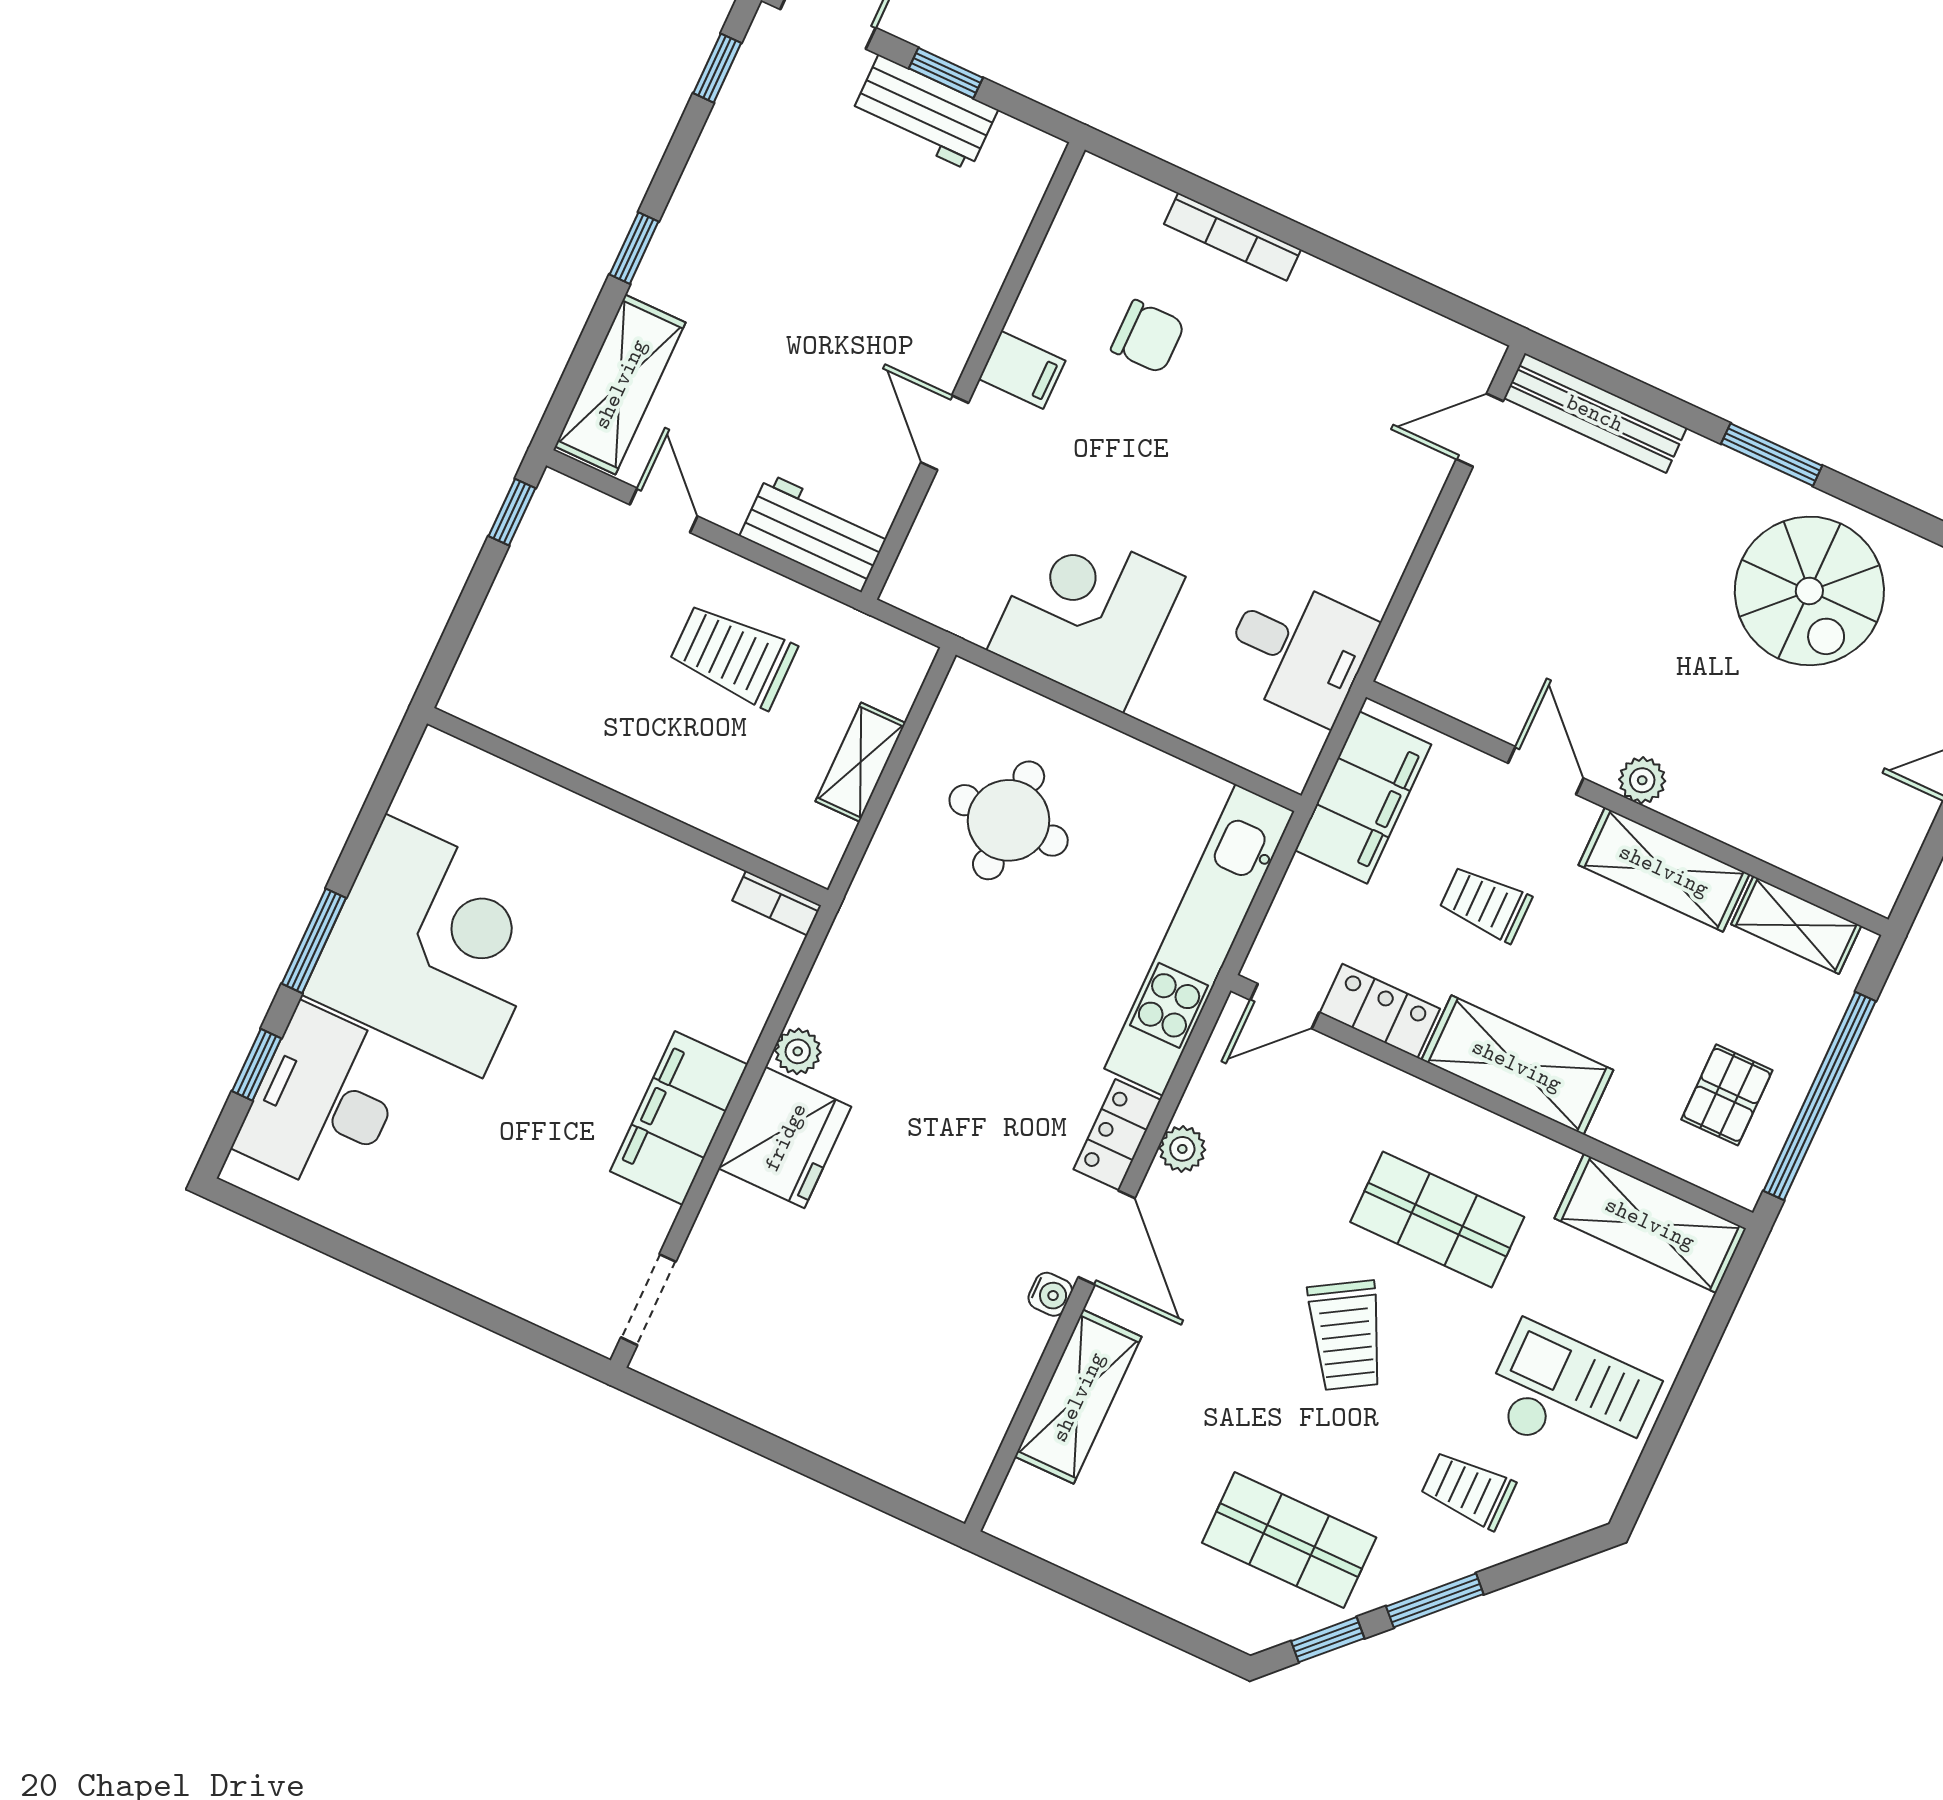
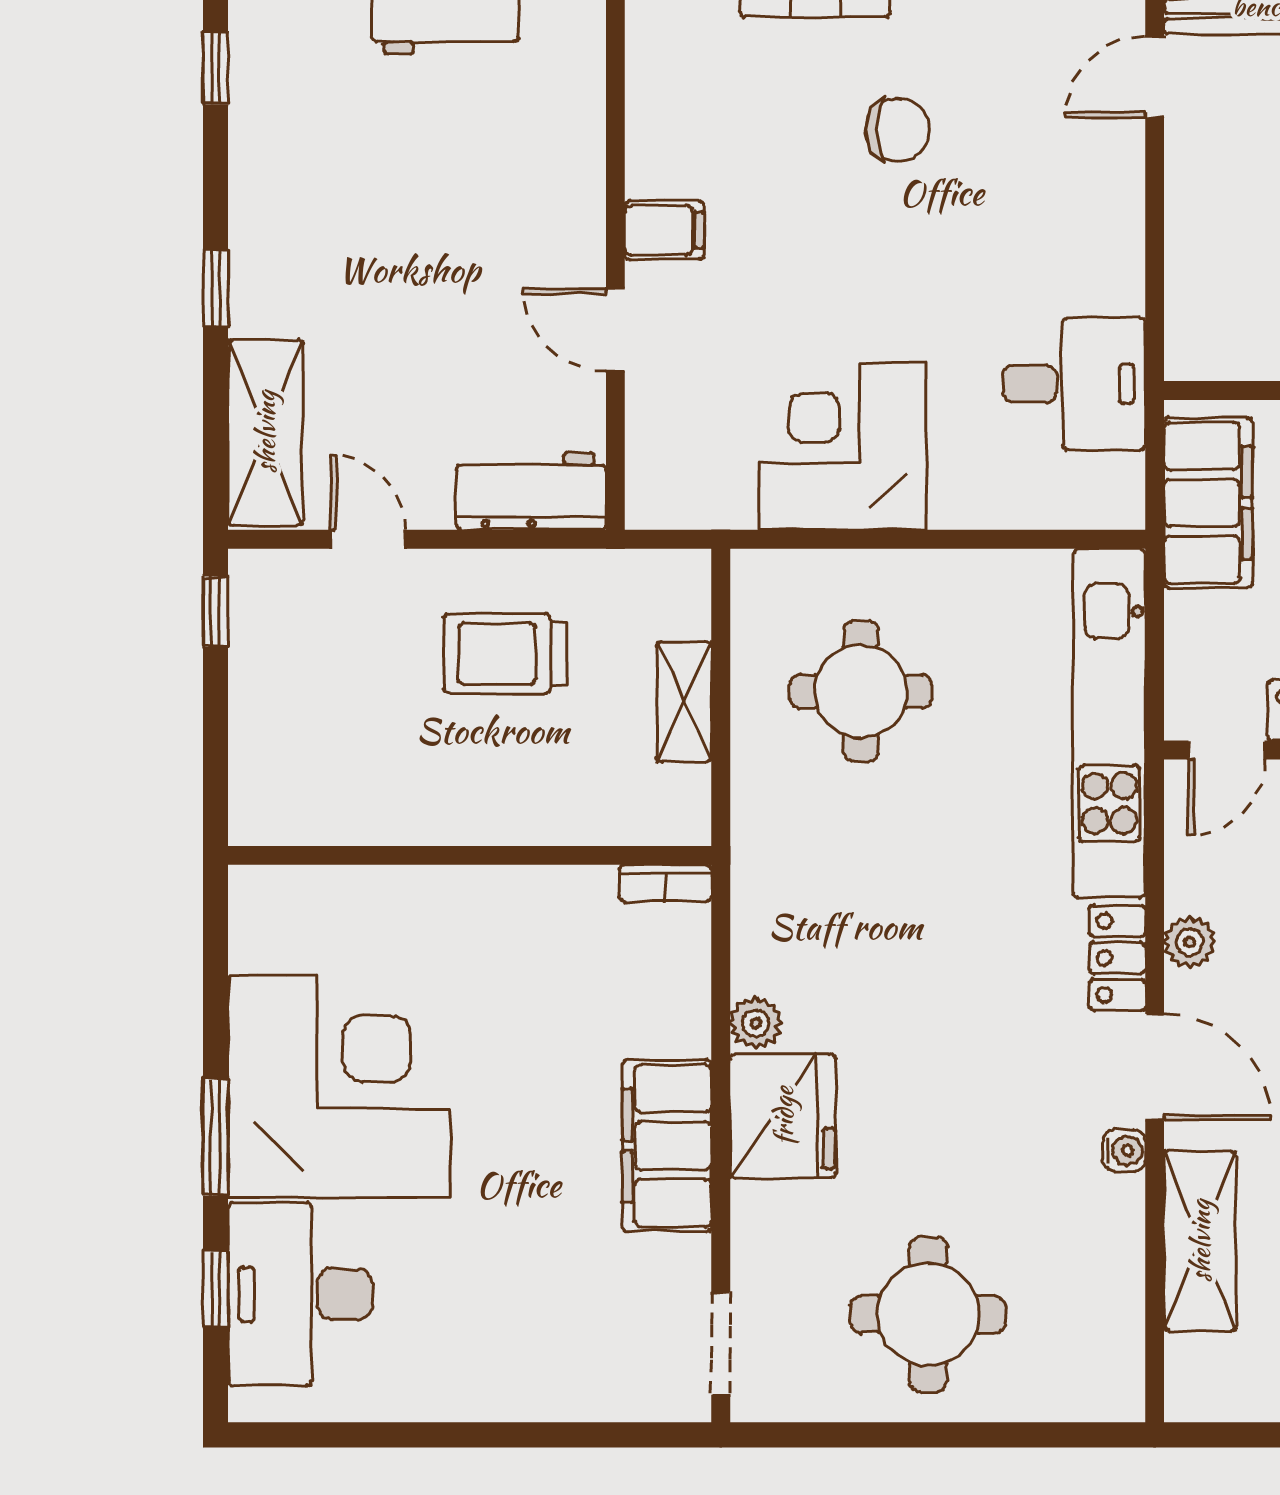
chair: (1148, 337) -> (897, 130), moved
round table: (828, 1354) -> (928, 1314), added

